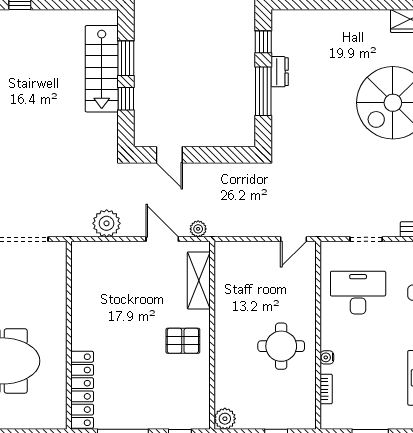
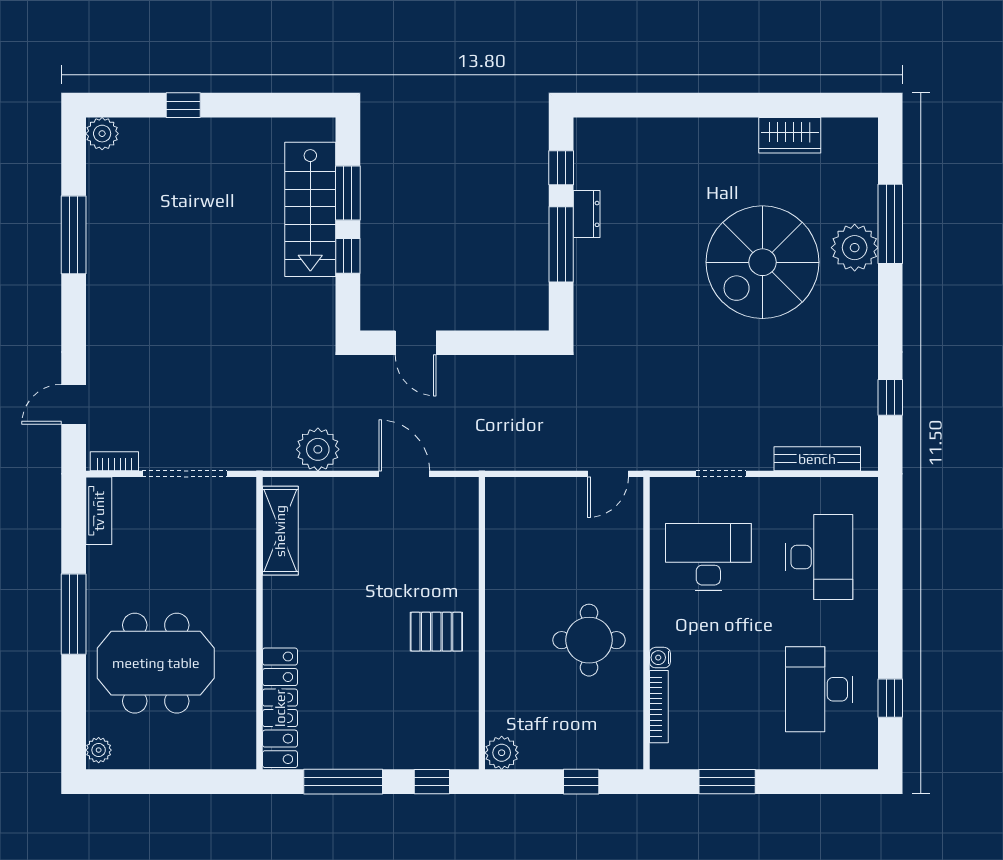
plant: (198, 229) -> (460, 458), removed
shelving: (199, 280) -> (280, 531), moved
bookcase: (326, 389) -> (659, 707), width x1.56

